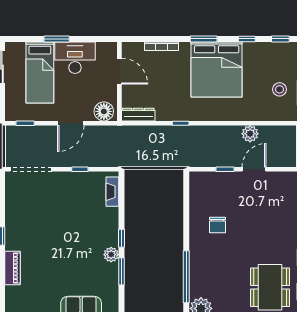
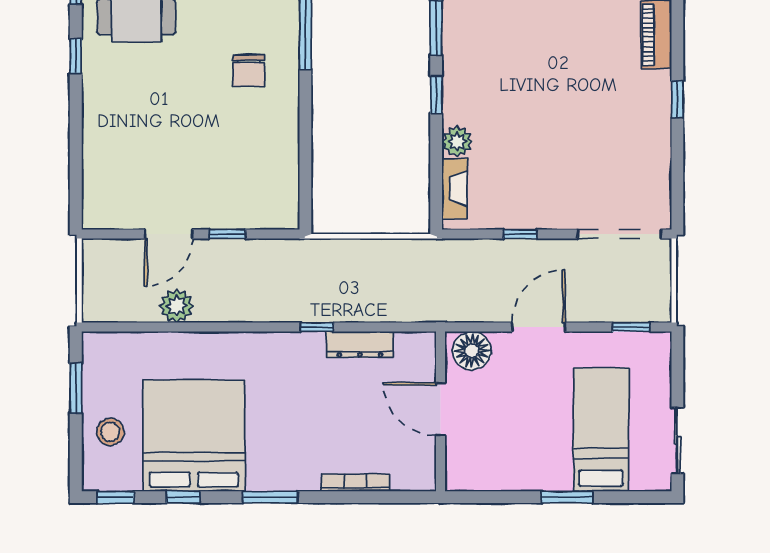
desk: (75, 58) -> (530, 459), removed
bed: (217, 69) -> (194, 436), moved
door: (119, 71) -> (441, 409), moved
stool: (279, 89) -> (110, 432), moved
dresser: (138, 115) -> (360, 345), moved
chair: (218, 225) -> (249, 71), moved, turned 180
plant: (111, 255) -> (457, 141), moved

